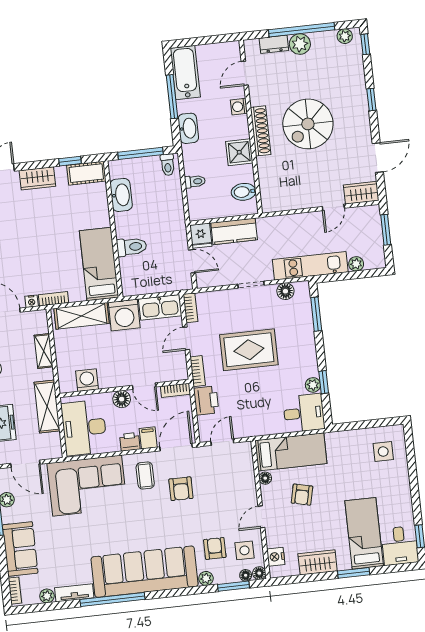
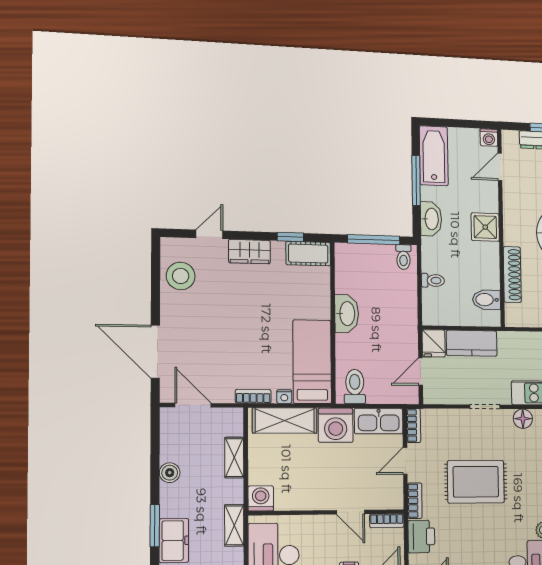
washing machine: (239, 107) -> (489, 138), moved, turned -90
shoe rack: (261, 131) -> (512, 275), moved
shower: (239, 152) -> (485, 227), moved
washbasin: (121, 195) -> (347, 314), moved
toilet: (132, 247) -> (355, 387), moved, turned -90
door: (192, 261) -> (421, 372), swing flipped
nightstand: (32, 301) -> (284, 397), moved
washing machine: (87, 380) -> (261, 498), moved
floor lamp: (122, 399) -> (322, 525), removed
shelving: (47, 407) -> (234, 525), width x0.67, depth x0.75

